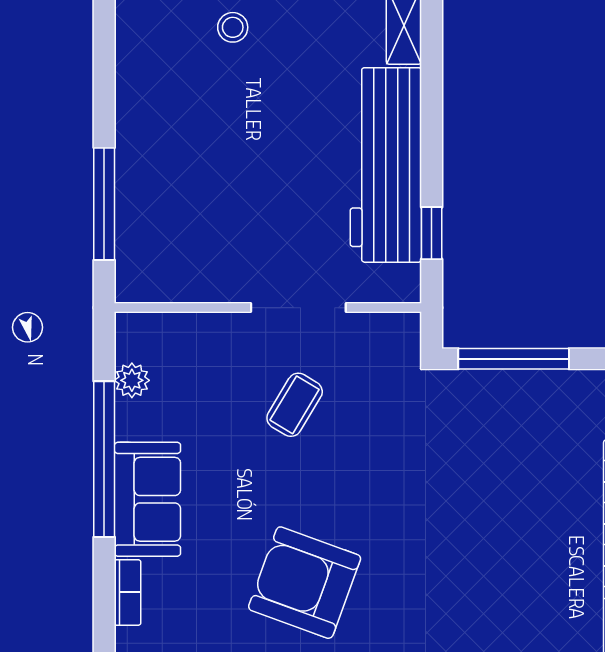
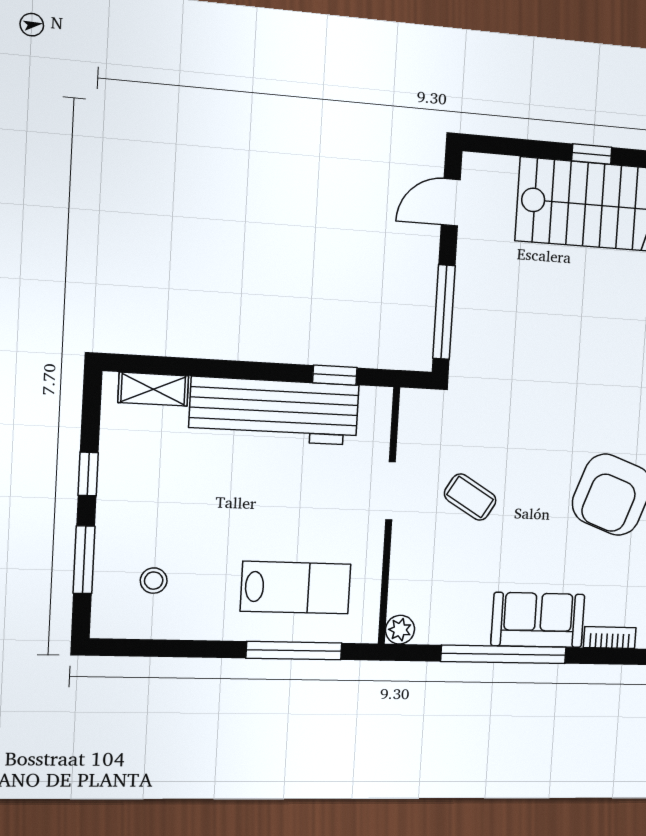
stool: (233, 27) -> (154, 581), moved
lab bench: (179, 201) -> (296, 588), added
doorway: (298, 308) -> (391, 491), width x0.73
plant: (132, 380) -> (400, 630), moved

